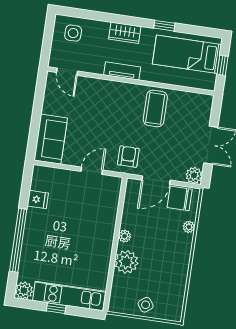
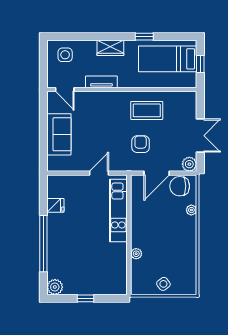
tv unit: (122, 71) -> (101, 82), moved
coffee table: (155, 108) -> (147, 110), turned 90
sofa: (51, 139) -> (59, 134), moved
armchair: (128, 157) -> (141, 144), moved
plant: (125, 236) -> (136, 226), removed
plant: (126, 262) -> (136, 254), width x0.53, depth x0.53
kitchen unit: (69, 296) -> (118, 211), moved, turned -90

